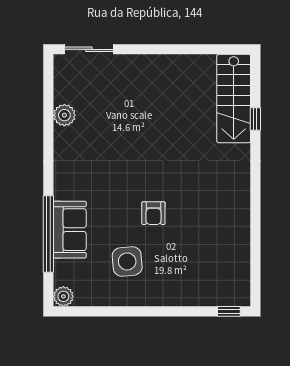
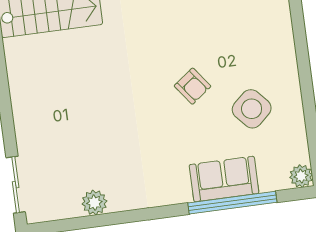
armchair: (153, 213) -> (193, 86), turned 53
side table: (127, 261) -> (252, 109), turned -37

